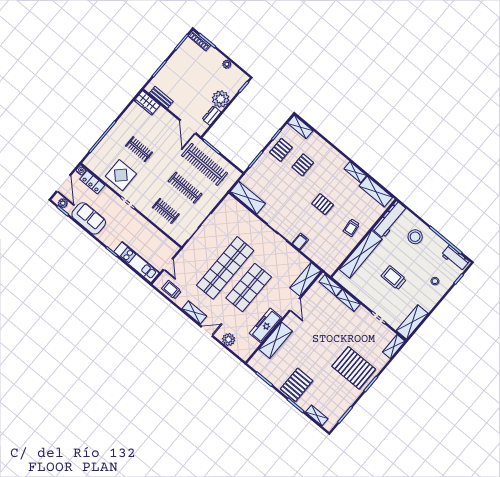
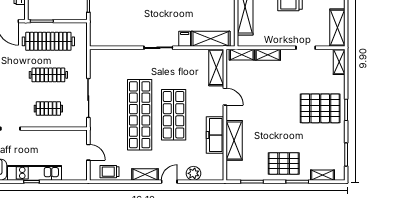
shelving: (248, 198) -> (211, 39), moved
kitchen unit: (137, 262) -> (35, 173), moved
pallet: (297, 385) -> (284, 163), turned 90

